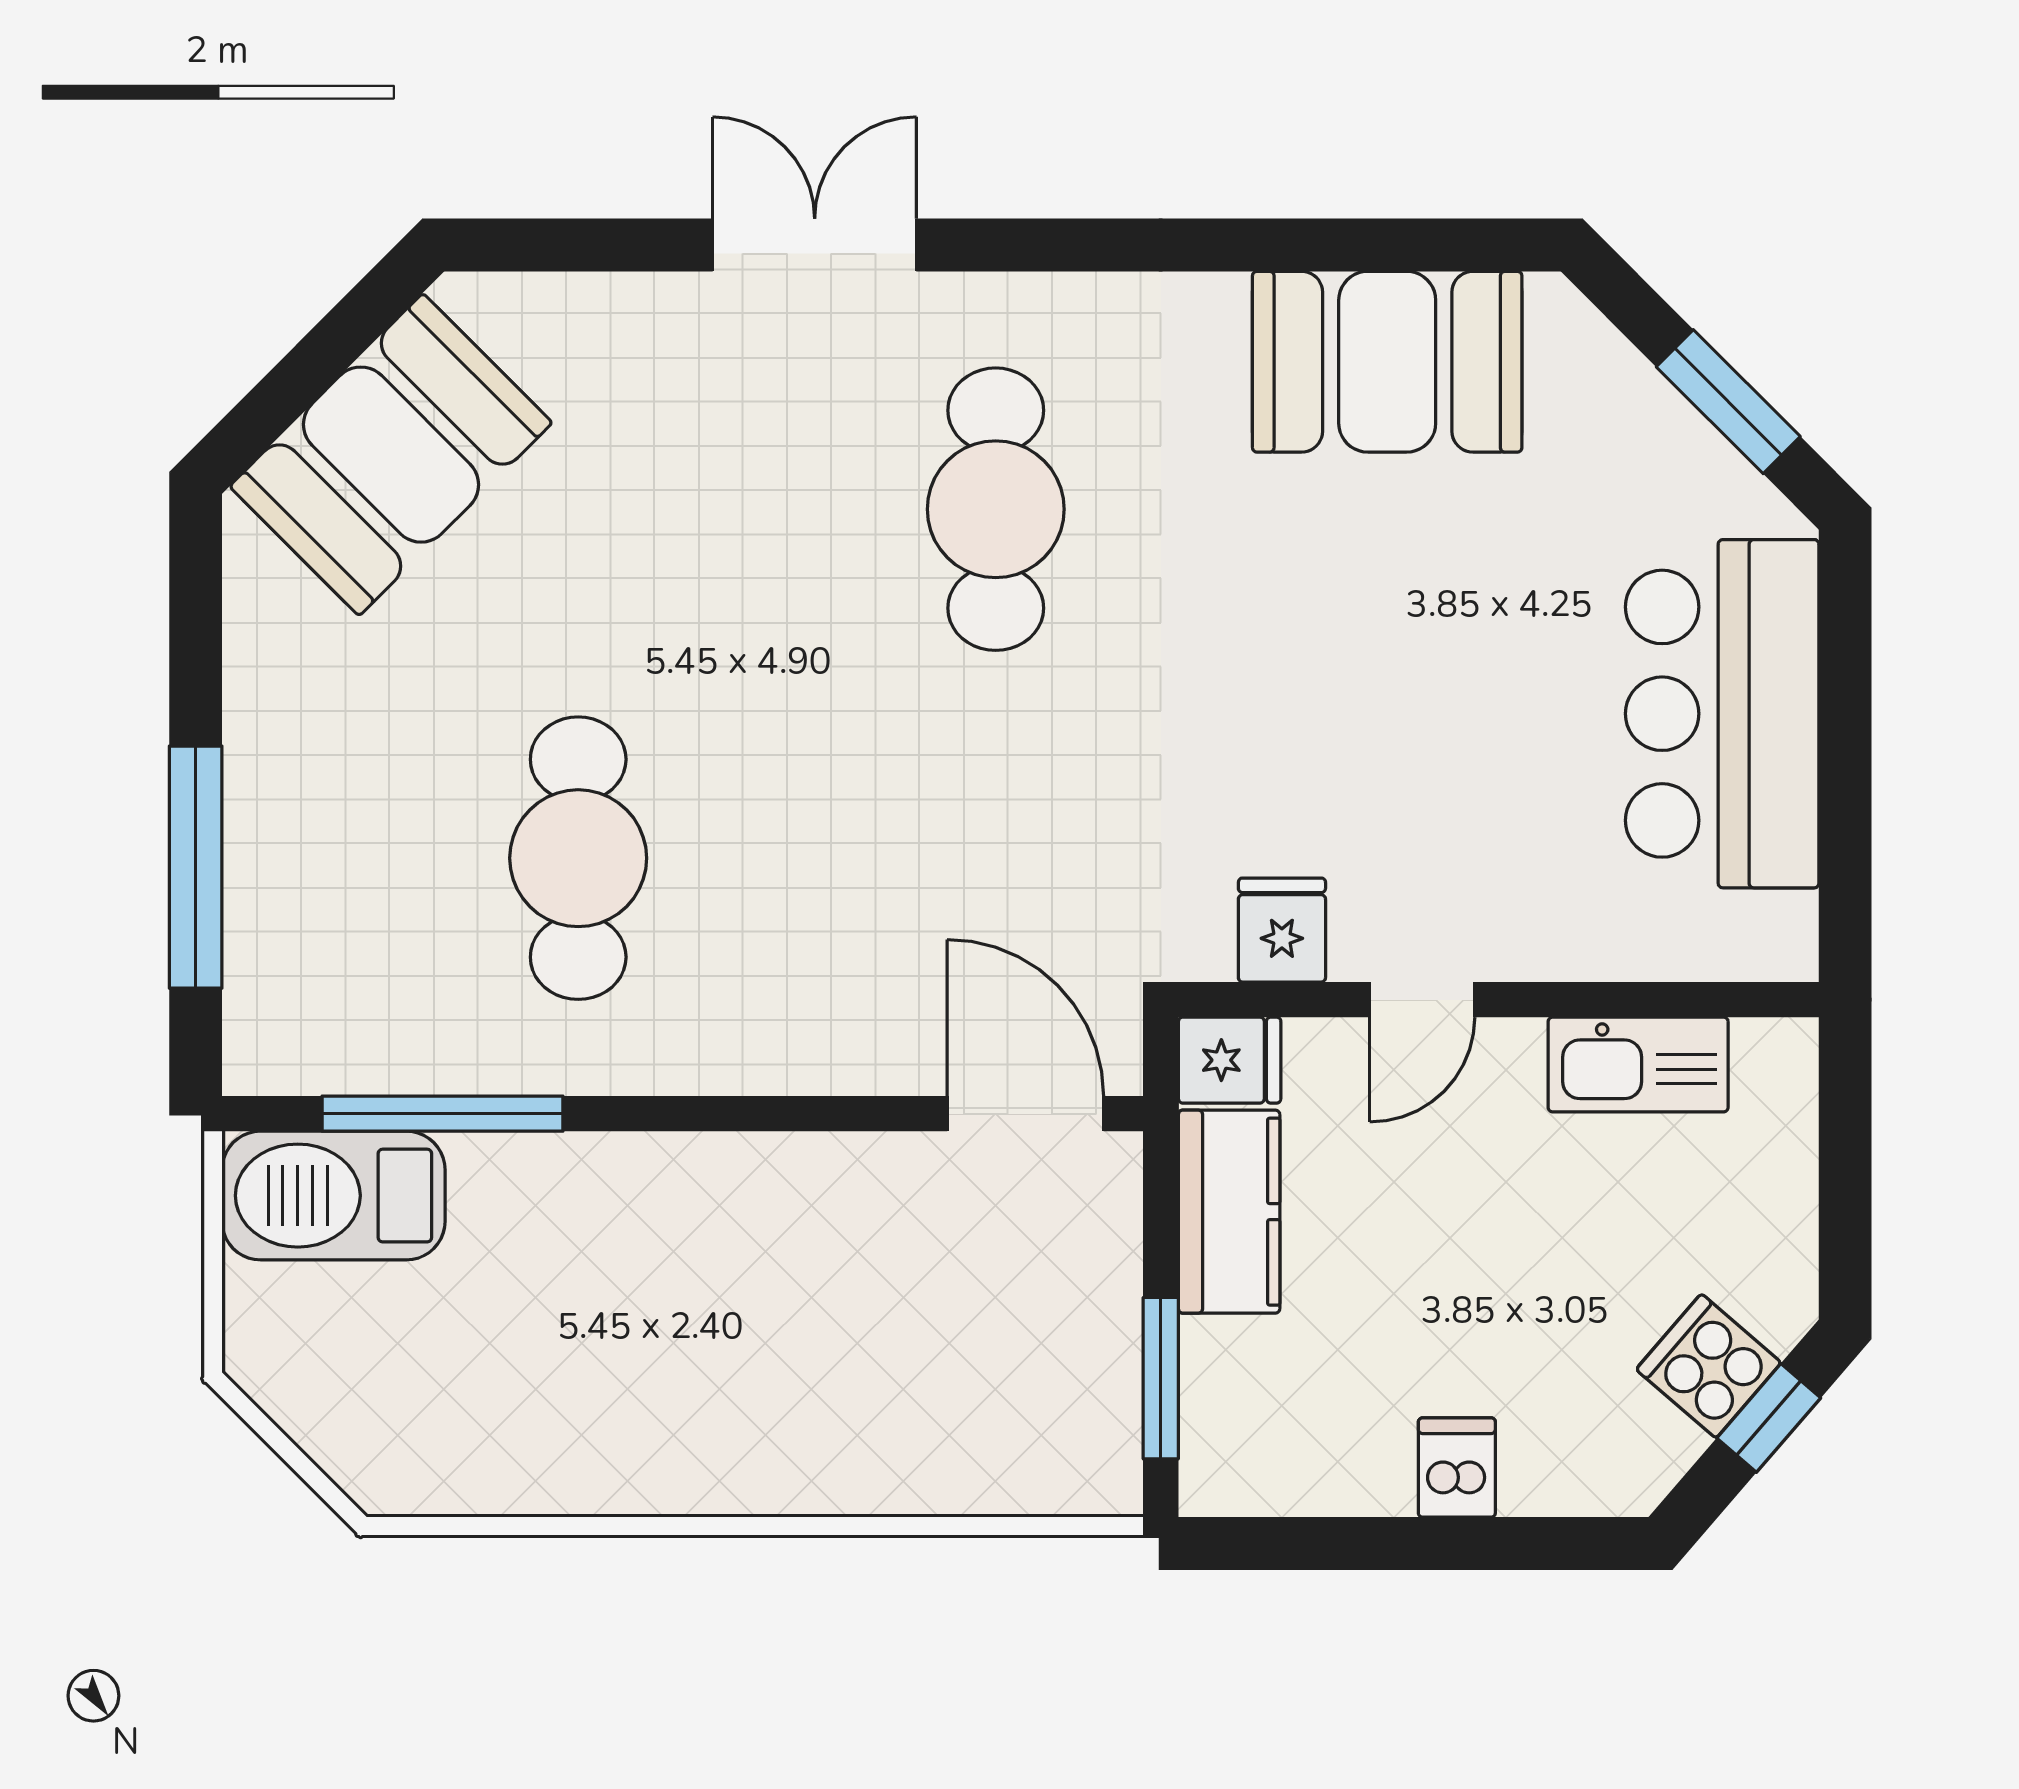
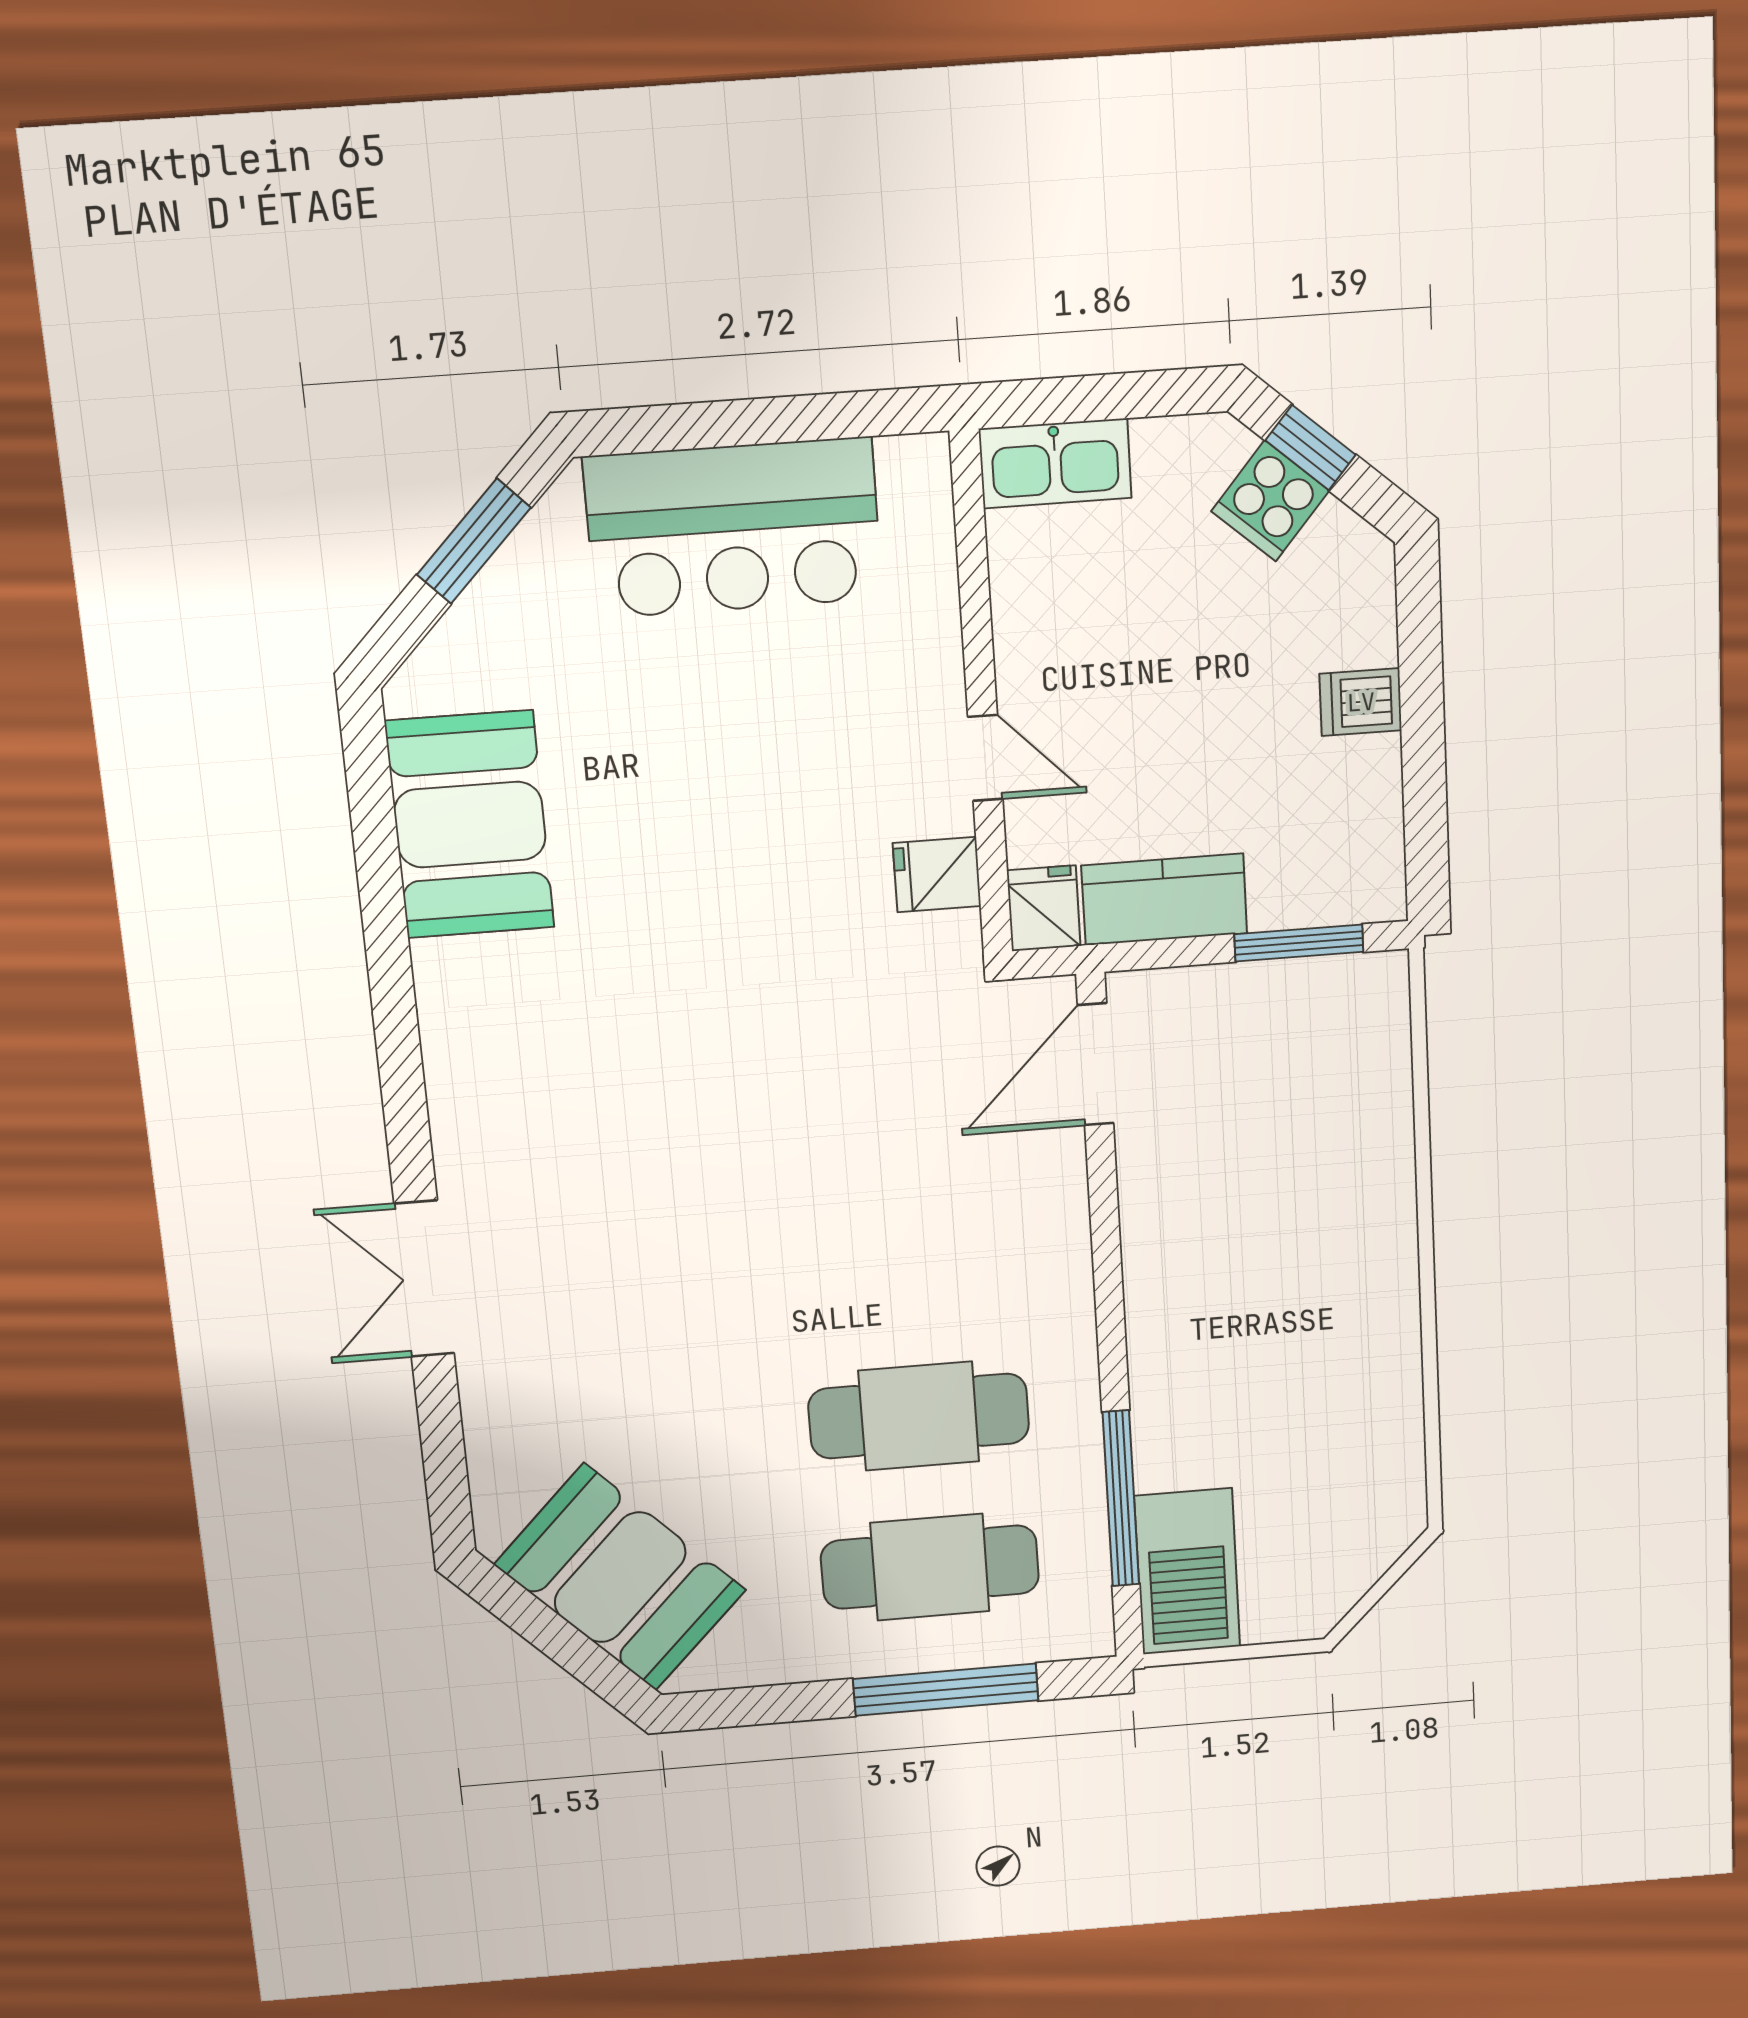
cafe table: (996, 509) -> (930, 1567), moved
kitchen sink: (1638, 1065) -> (1055, 463), moved, turned 90

